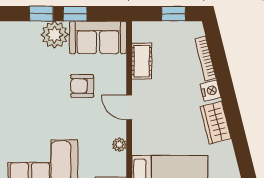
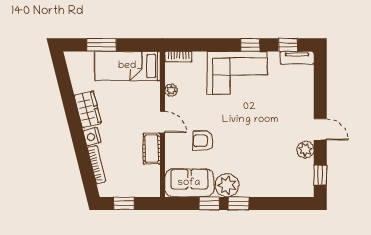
cot: (142, 61) -> (152, 149), moved
armchair: (82, 86) -> (203, 141), turned 180

